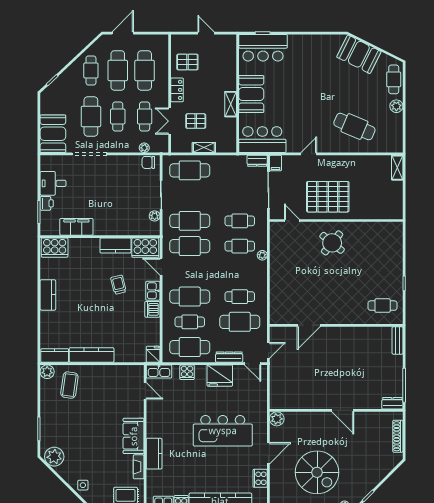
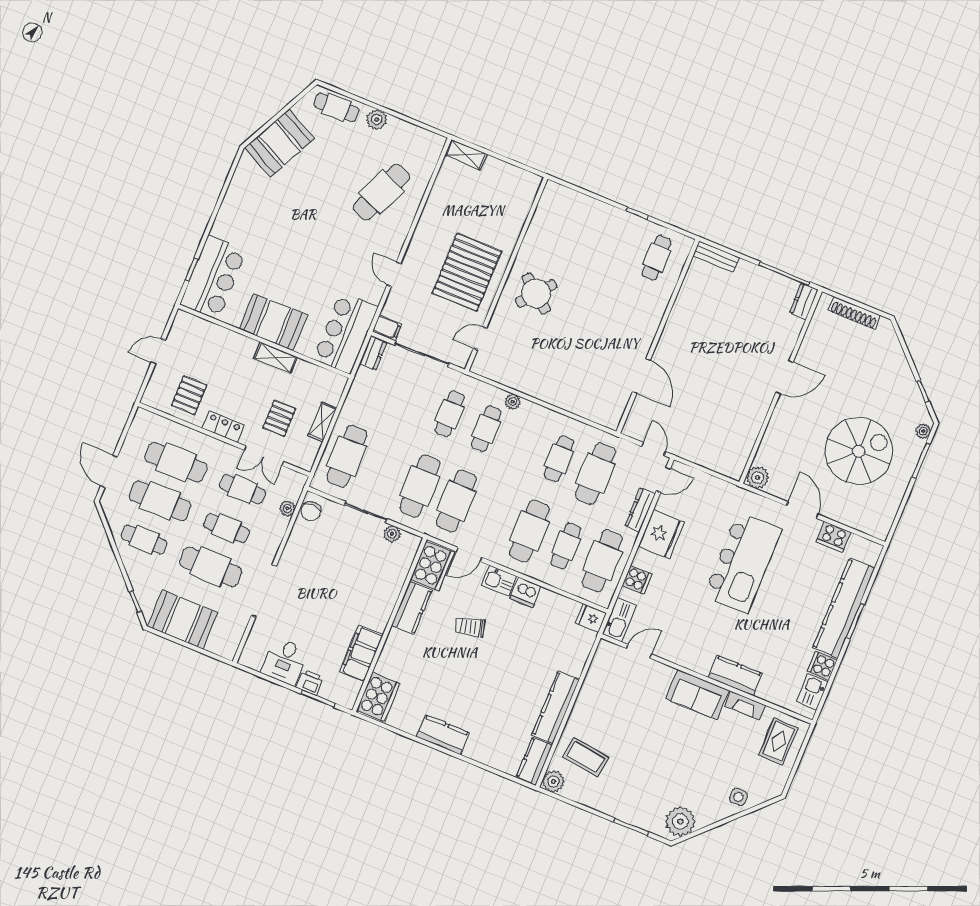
booth: (53, 134) -> (183, 620), moved

